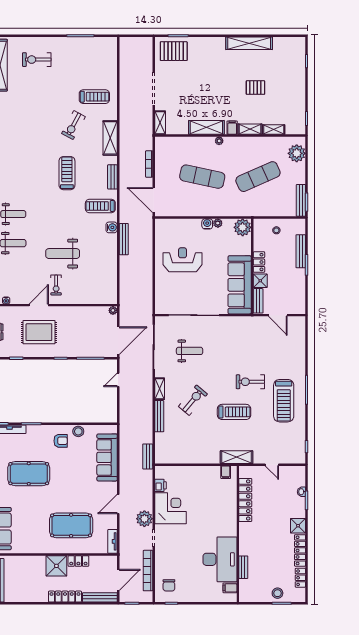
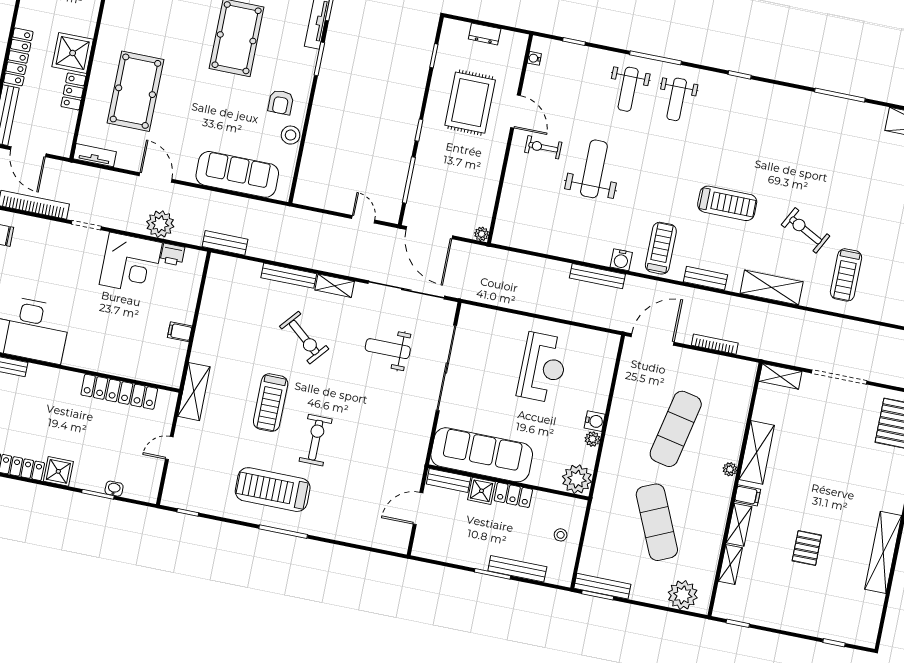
weight bench: (190, 351) -> (388, 349), turned 90
filing cabinet: (226, 472) -> (180, 332), moved
plant: (144, 519) -> (160, 224), moved

